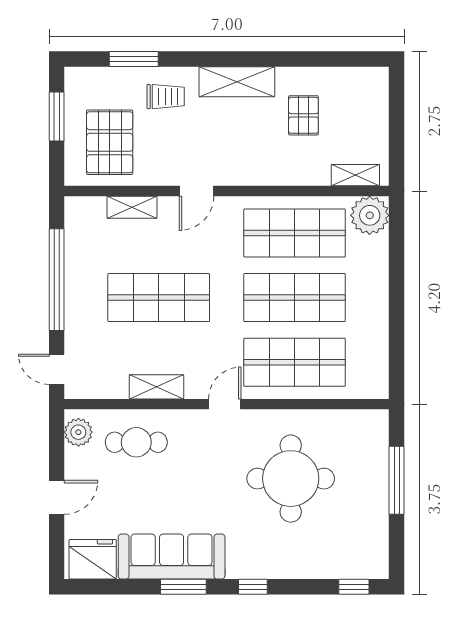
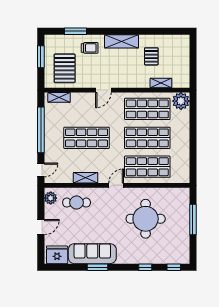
shelving: (355, 175) -> (161, 83), moved
shelving: (132, 207) -> (59, 97), moved
door: (57, 369) -> (41, 170), swing flipped
window: (253, 587) -> (145, 267), moved

